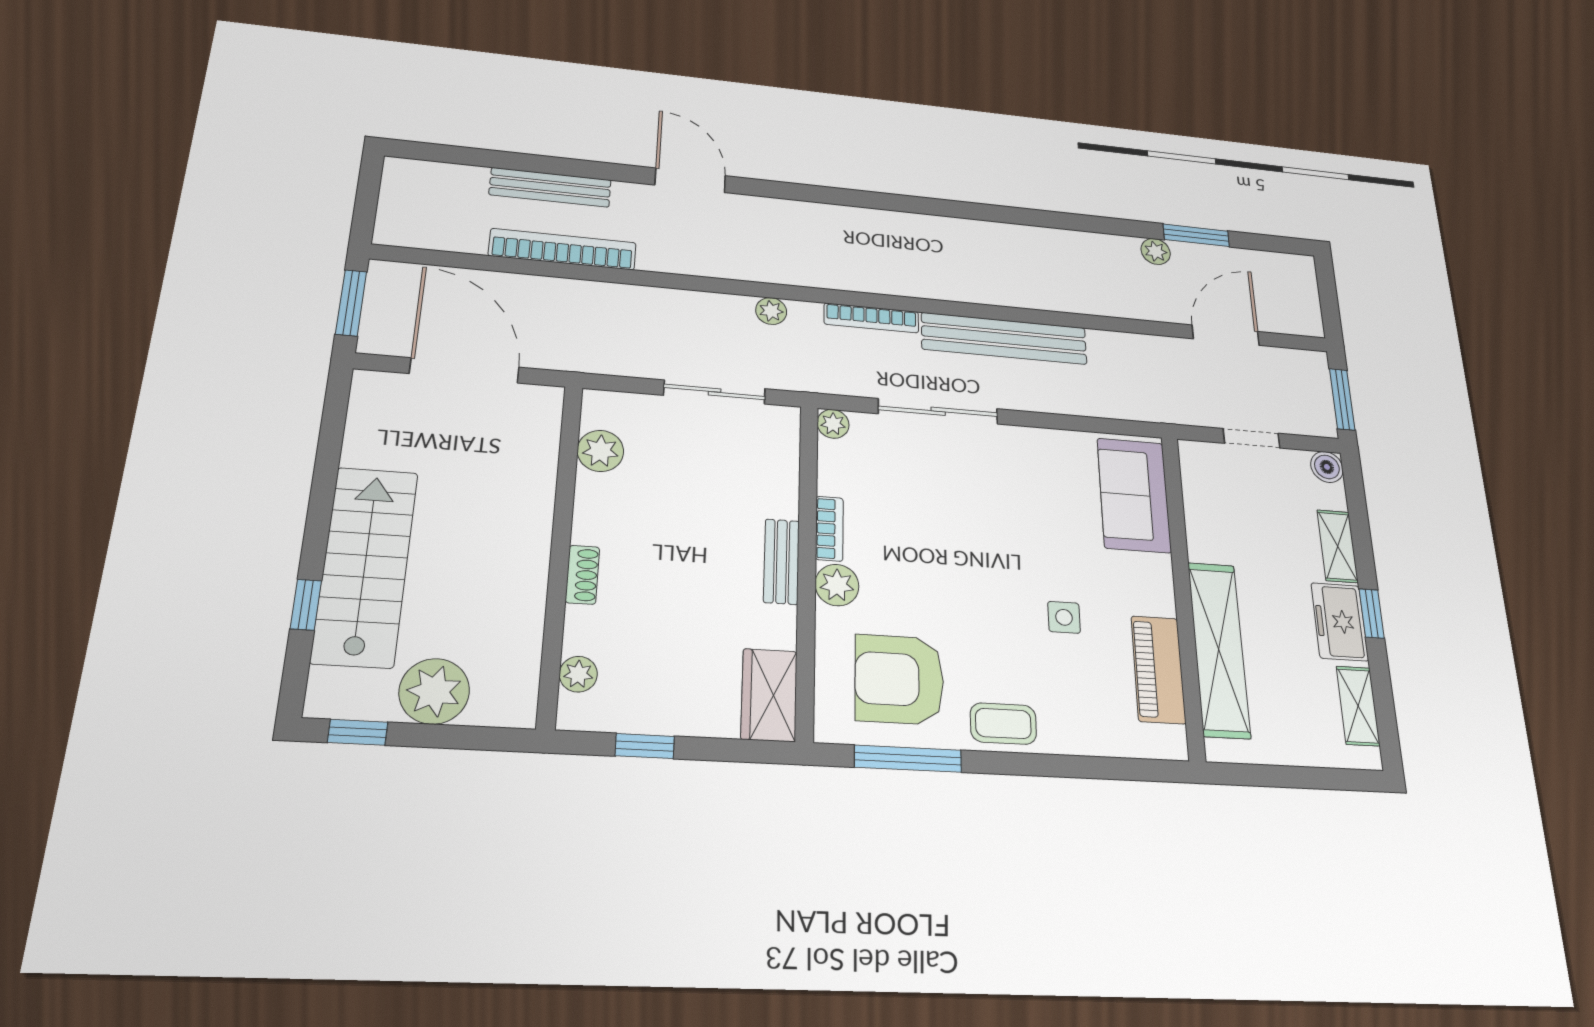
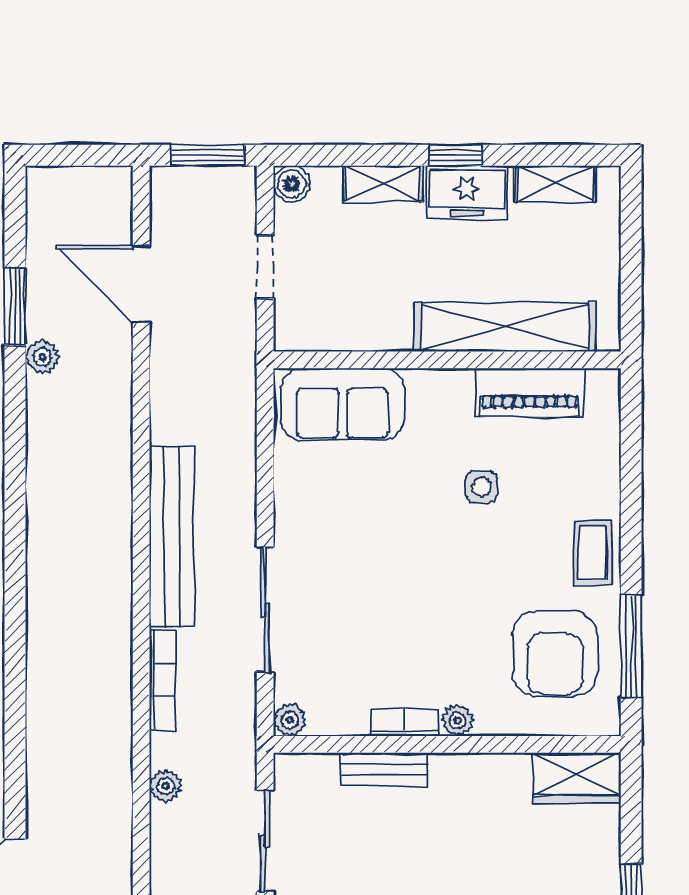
bench: (782, 561) -> (384, 769), moved
plant: (837, 585) -> (457, 721), width x0.73, depth x0.73

